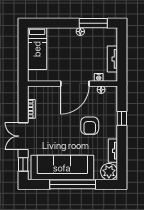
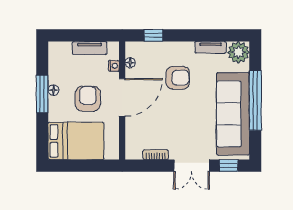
window: (93, 23) -> (42, 94), moved
bed: (37, 49) -> (76, 141), width x1.50
armchair: (74, 58) -> (88, 99), added
door: (75, 84) -> (122, 97), hinge flipped
window: (122, 118) -> (153, 35), moved

